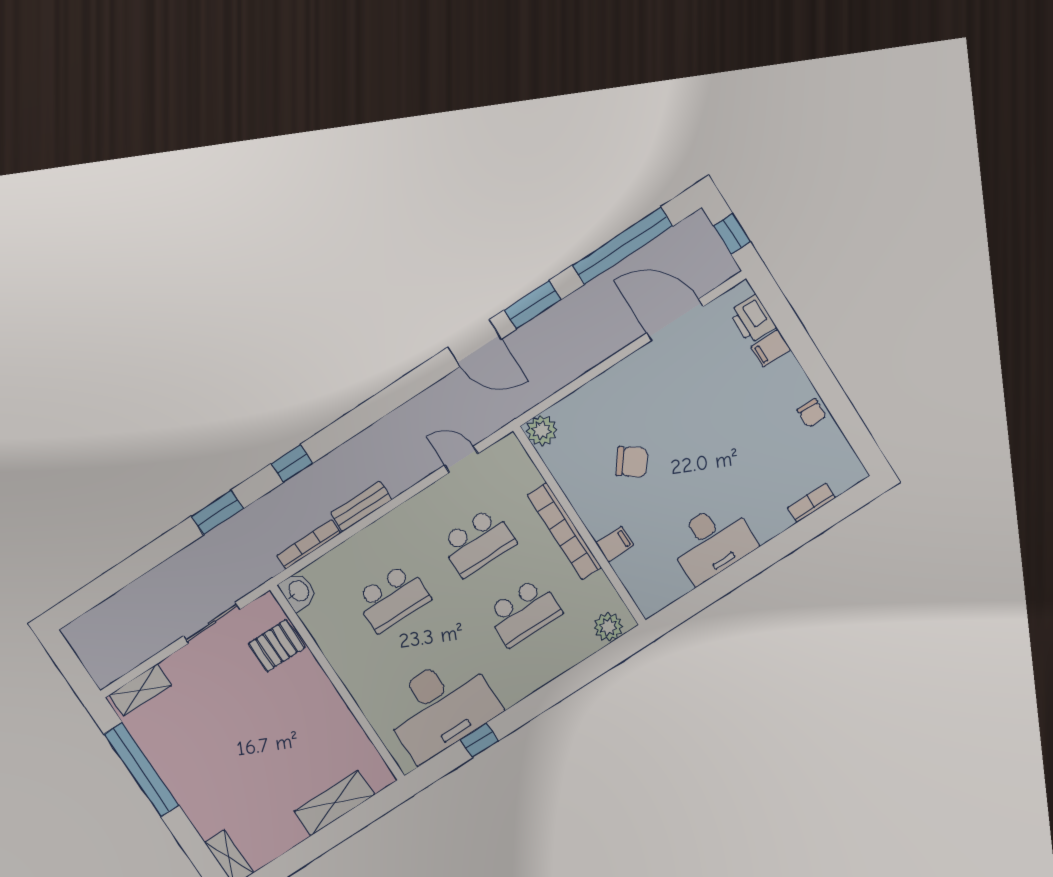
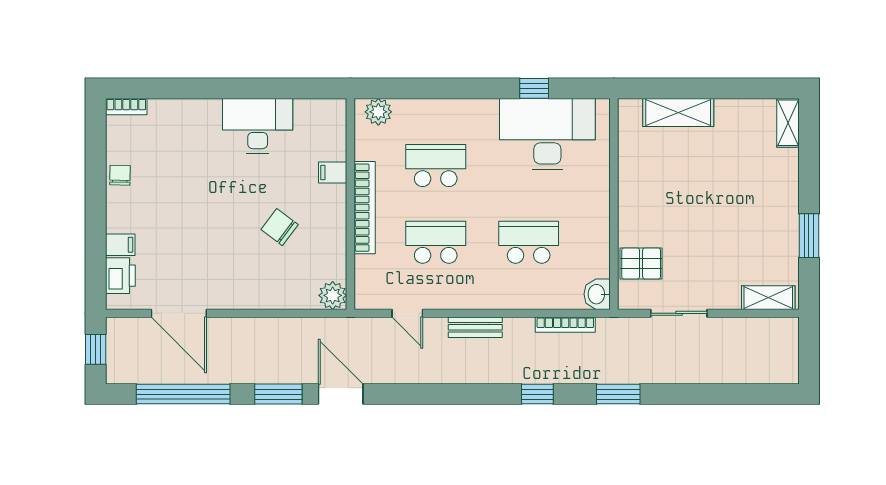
bookcase: (812, 503) -> (126, 107), moved
bench: (361, 506) -> (475, 327), moved
window: (141, 770) -> (809, 236), width x0.47

